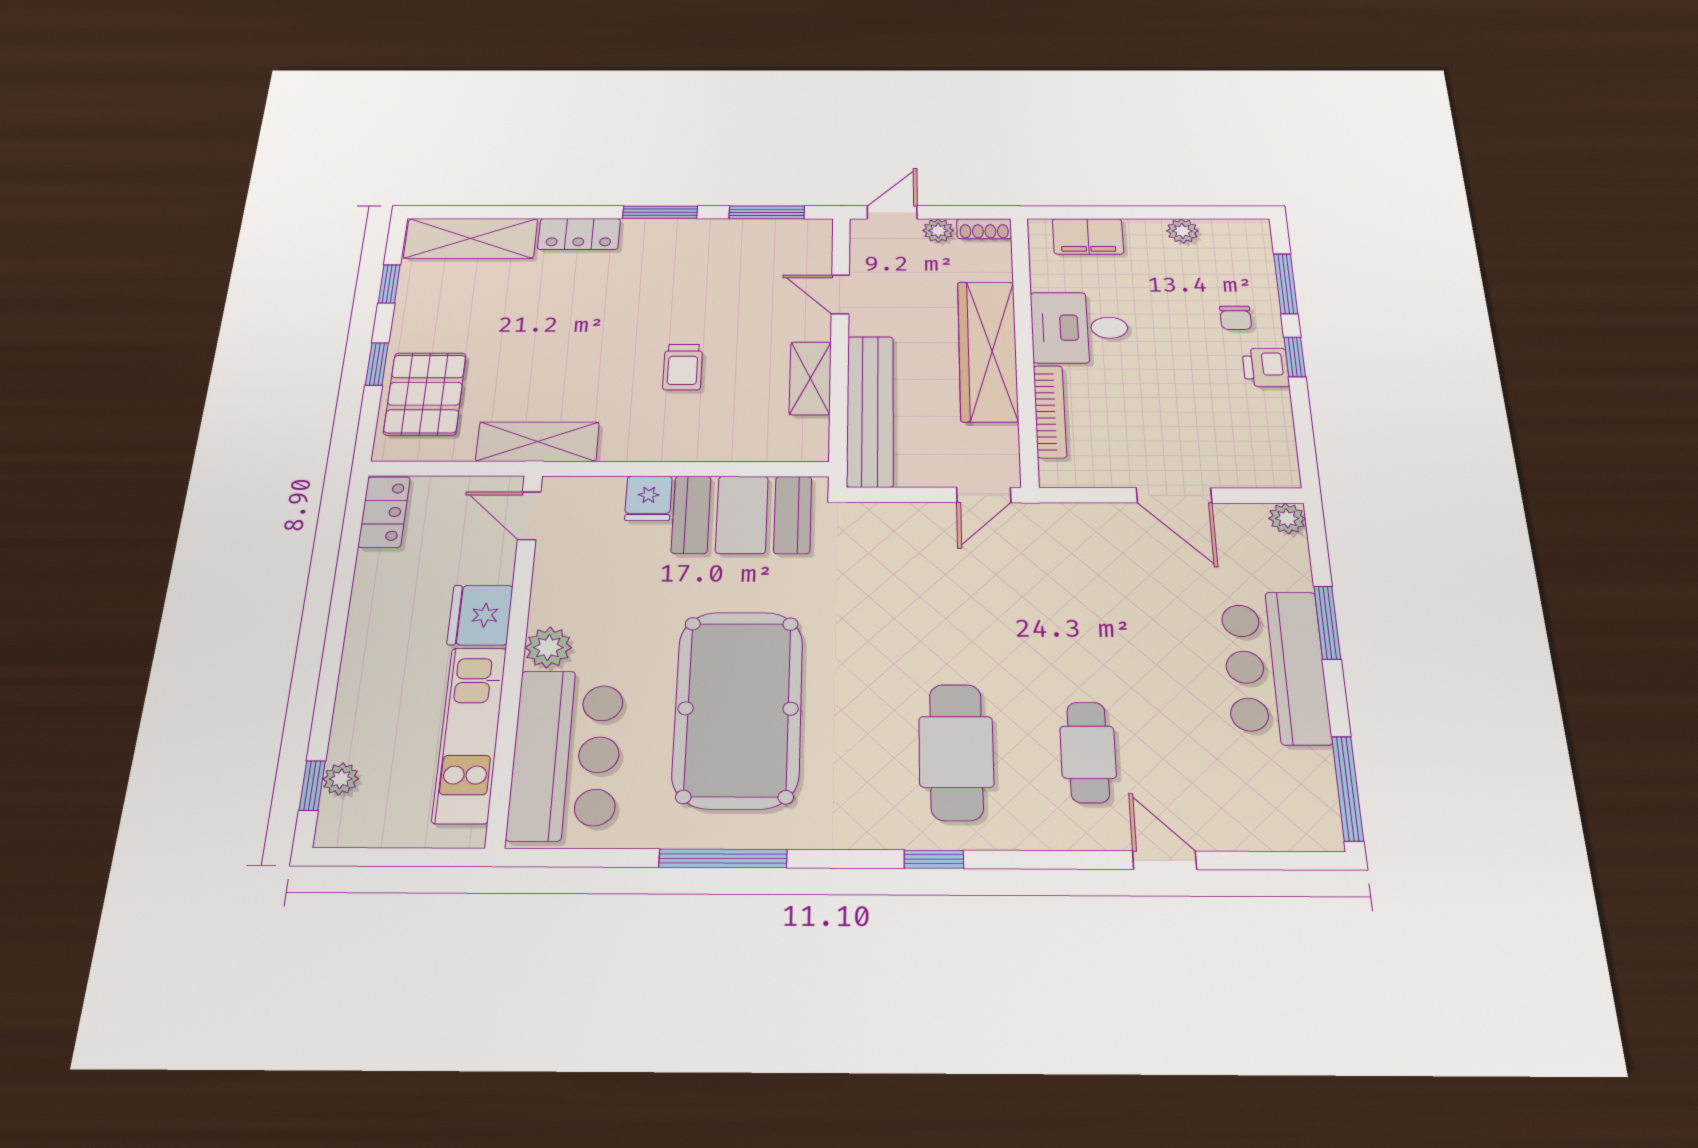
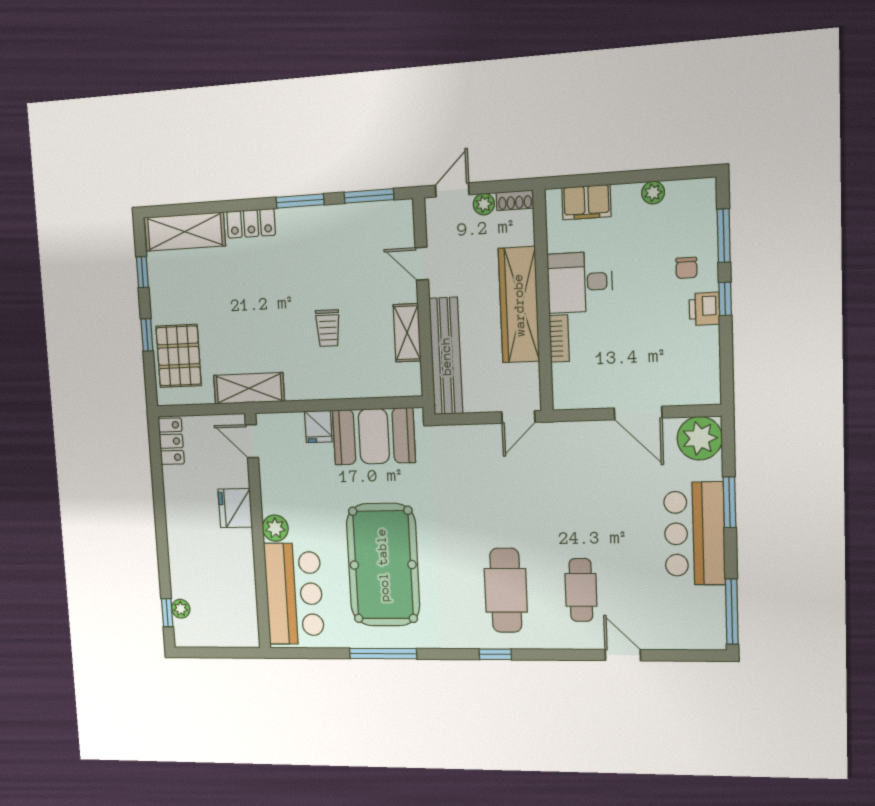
bookcase: (1050, 411) -> (559, 339), width x0.64
plant: (1287, 518) -> (700, 438), width x1.88, depth x1.88
kitchen unit: (470, 734) -> (242, 582), removed

